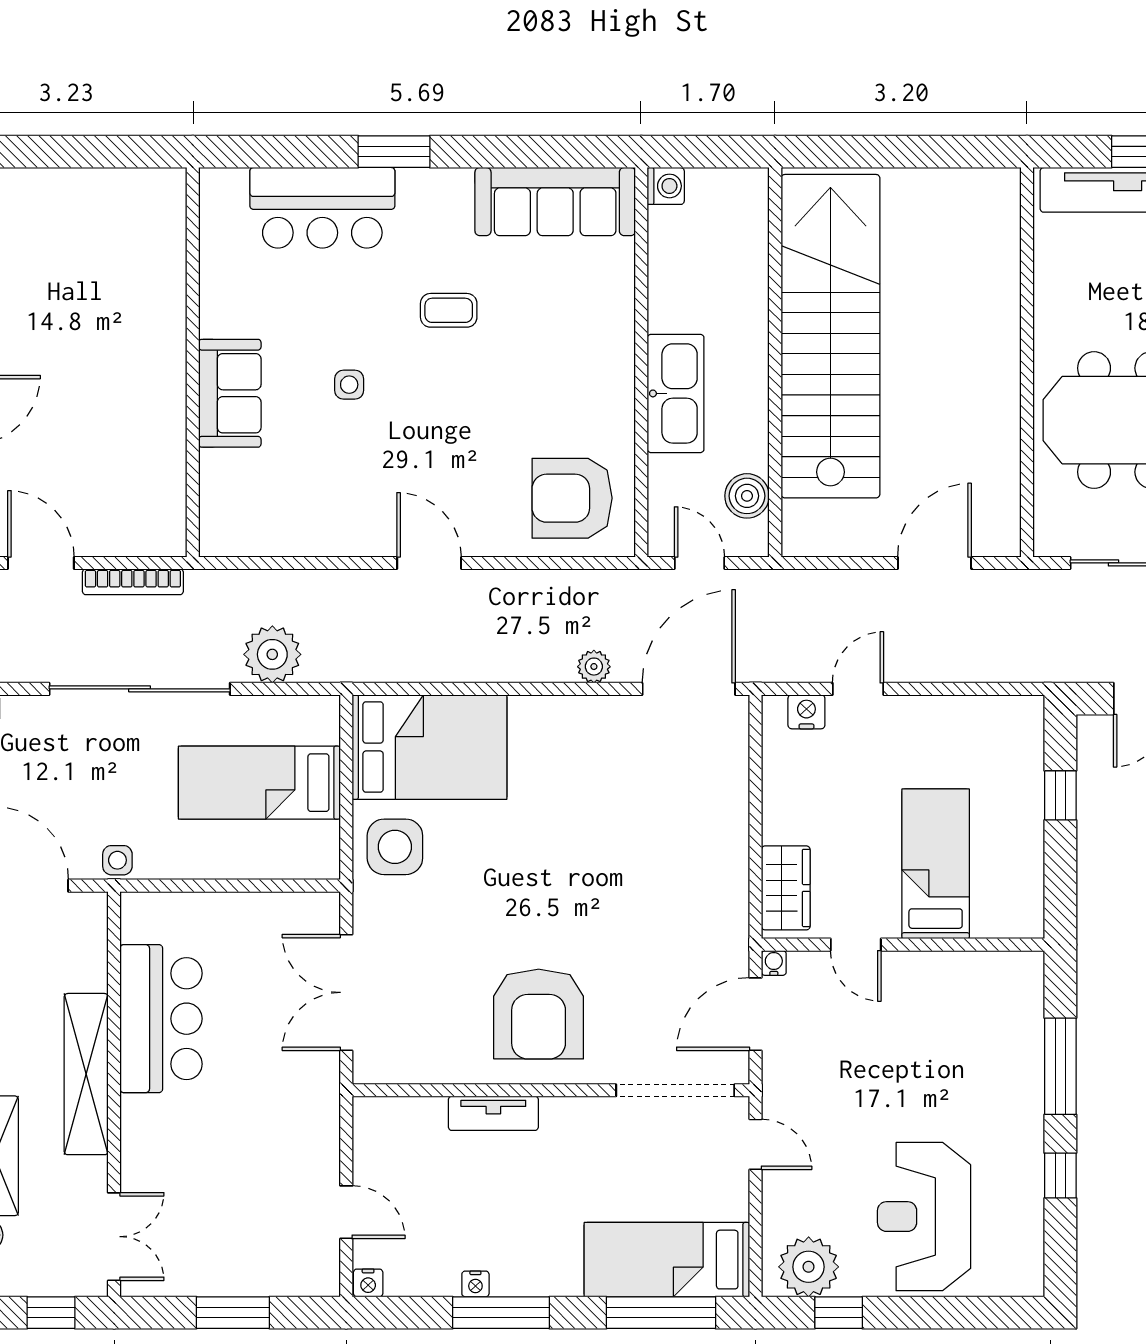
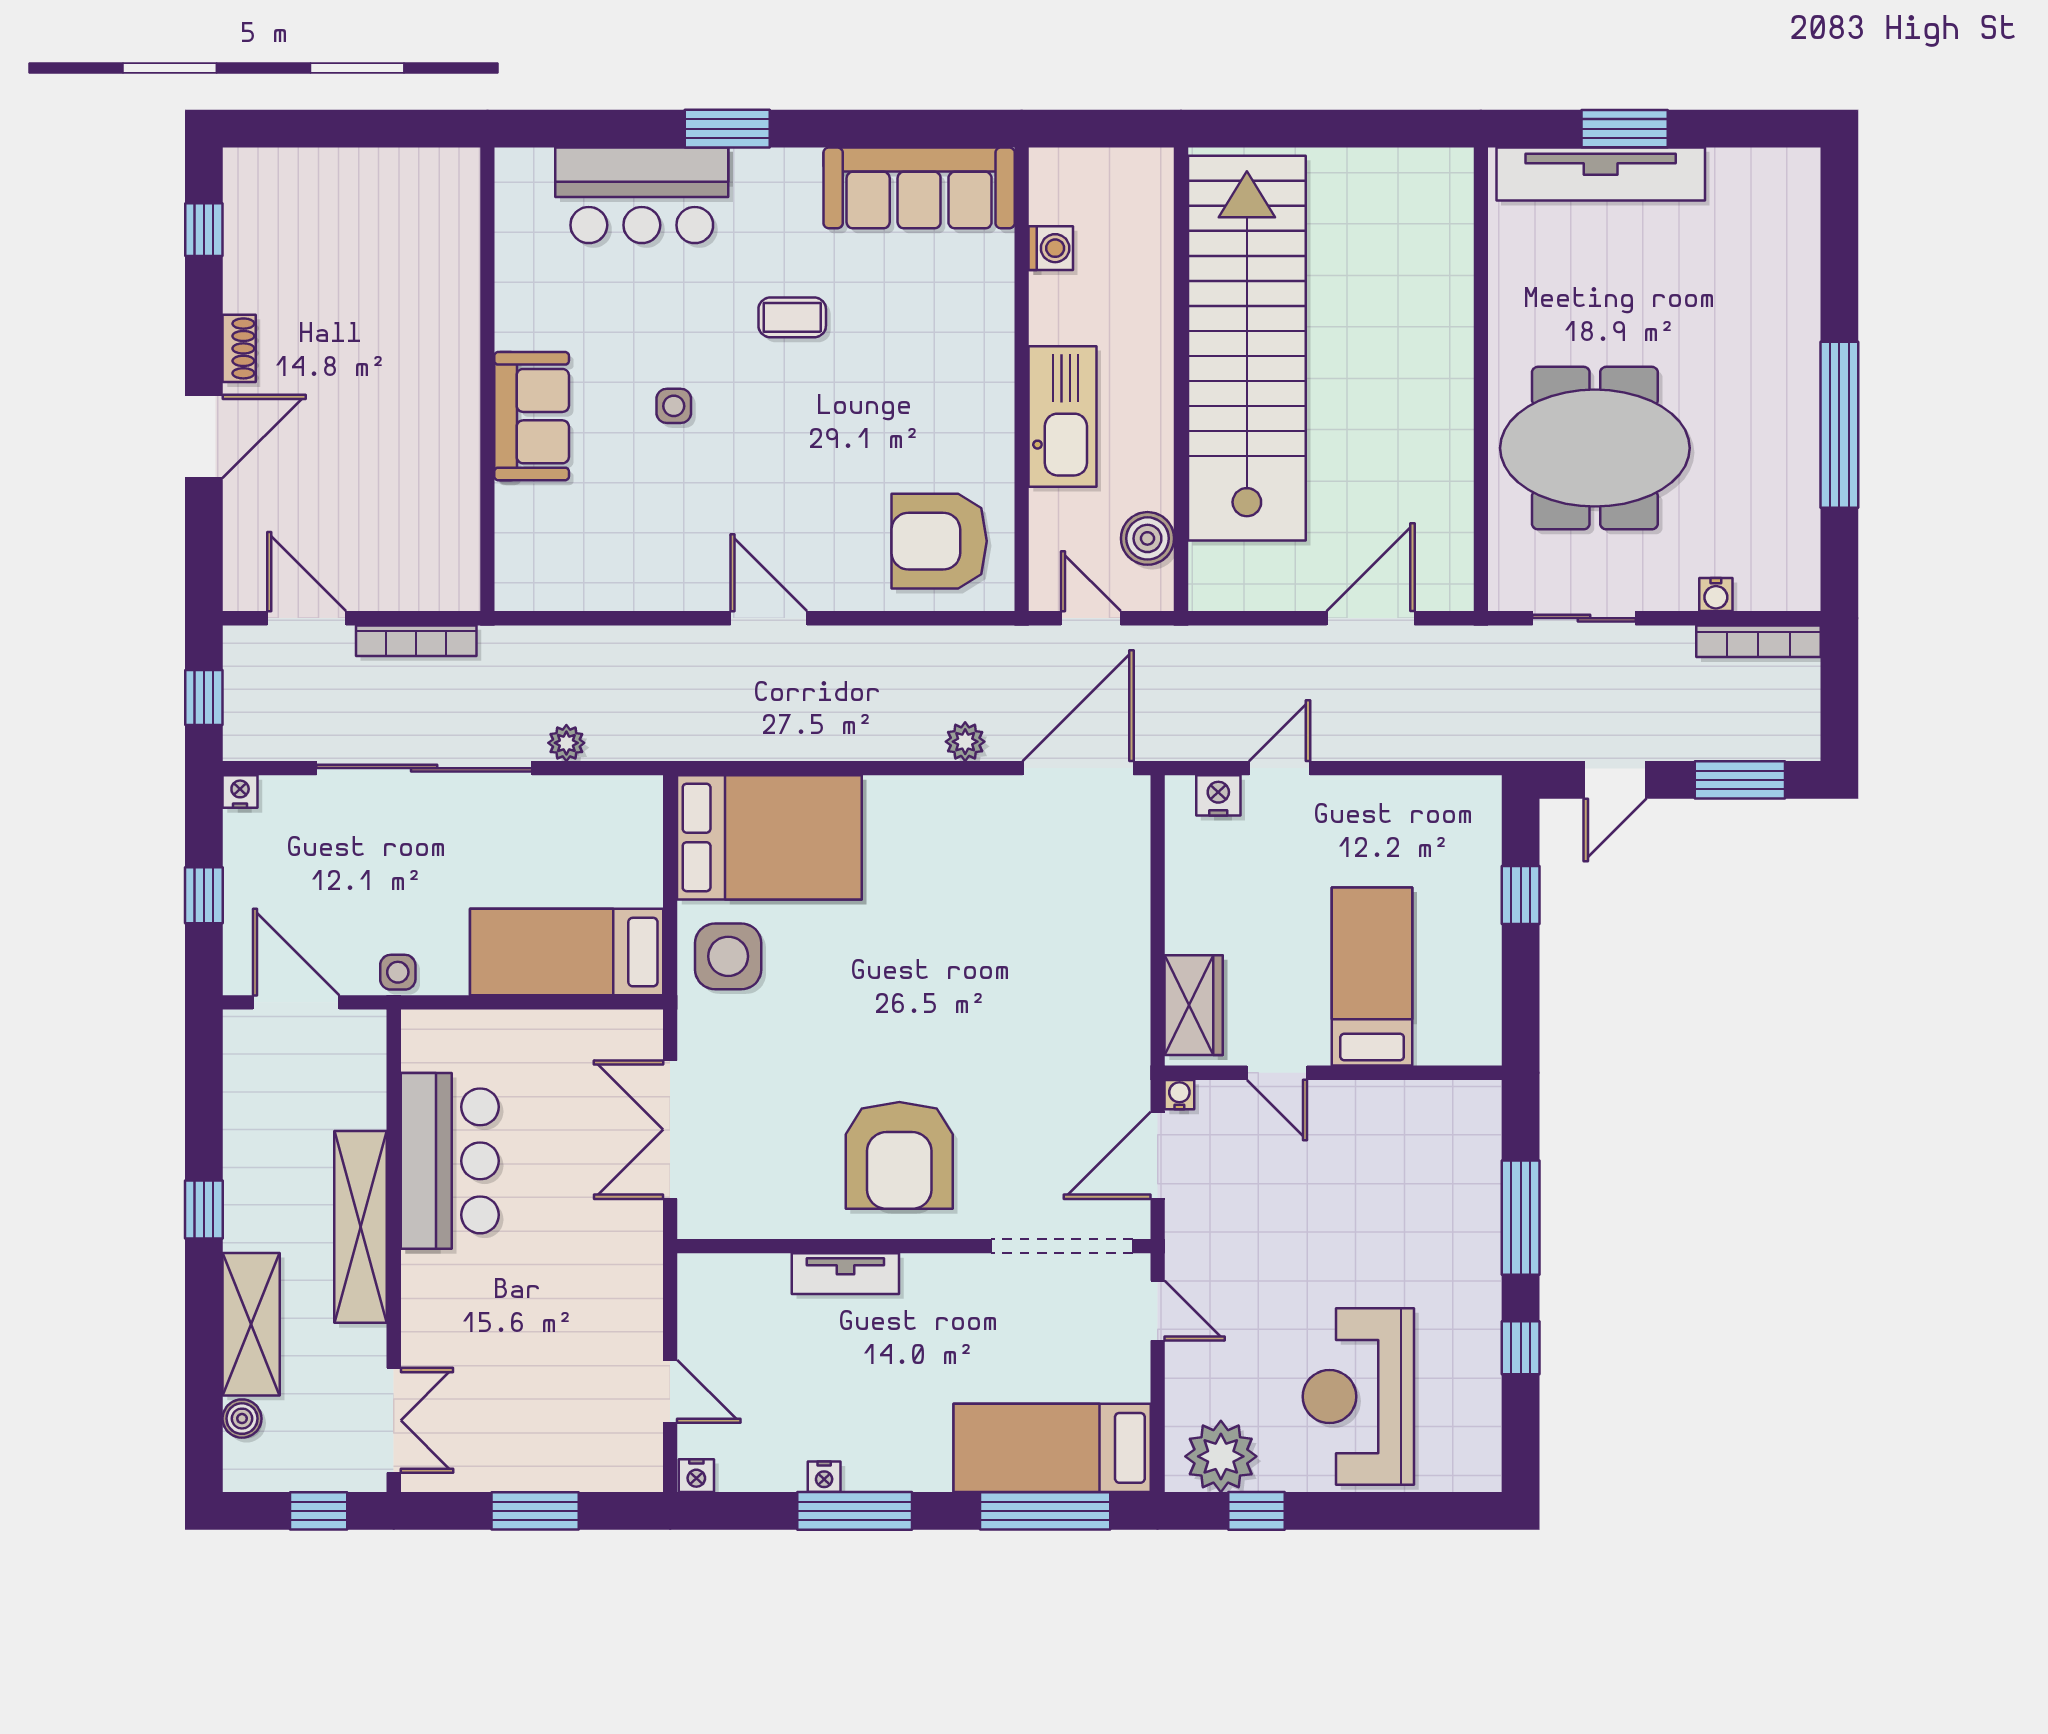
washing machine: (666, 186) -> (1051, 248), moved
plant: (272, 654) -> (566, 743), width x0.53, depth x0.53
bed: (259, 783) -> (567, 952), moved

